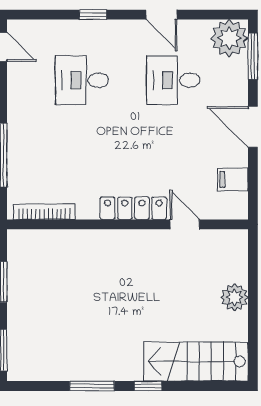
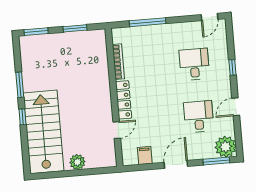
bookcase: (44, 212) -> (118, 62), moved
stairs: (196, 362) -> (44, 132), width x1.36, depth x1.51

